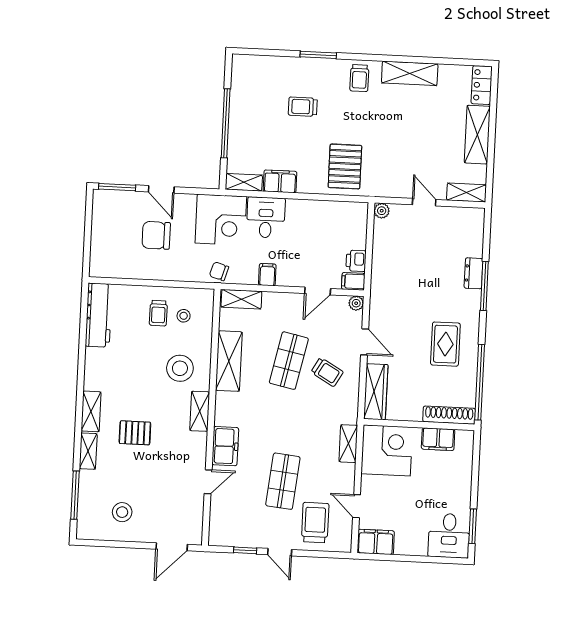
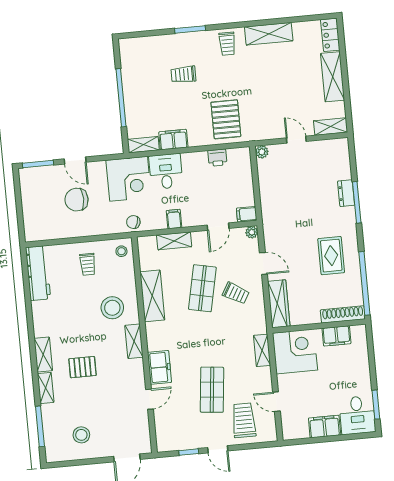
printer: (356, 261) -> (217, 158), moved, turned -90
shelving: (241, 299) -> (174, 241), moved
stool: (184, 316) -> (121, 251), moved
filing cabinet: (376, 542) -> (325, 427), moved

